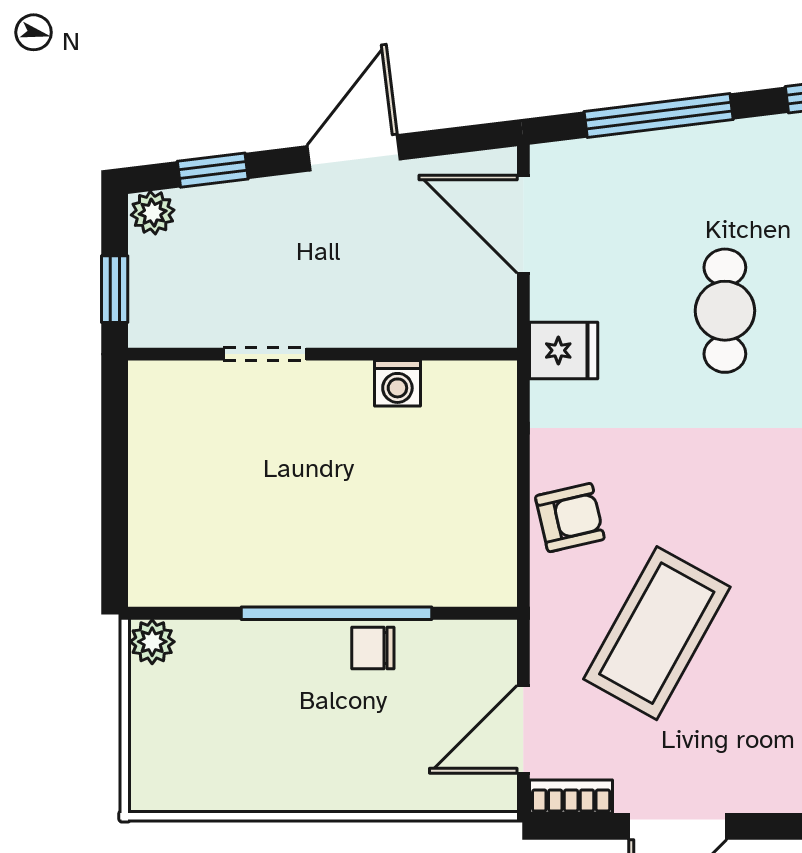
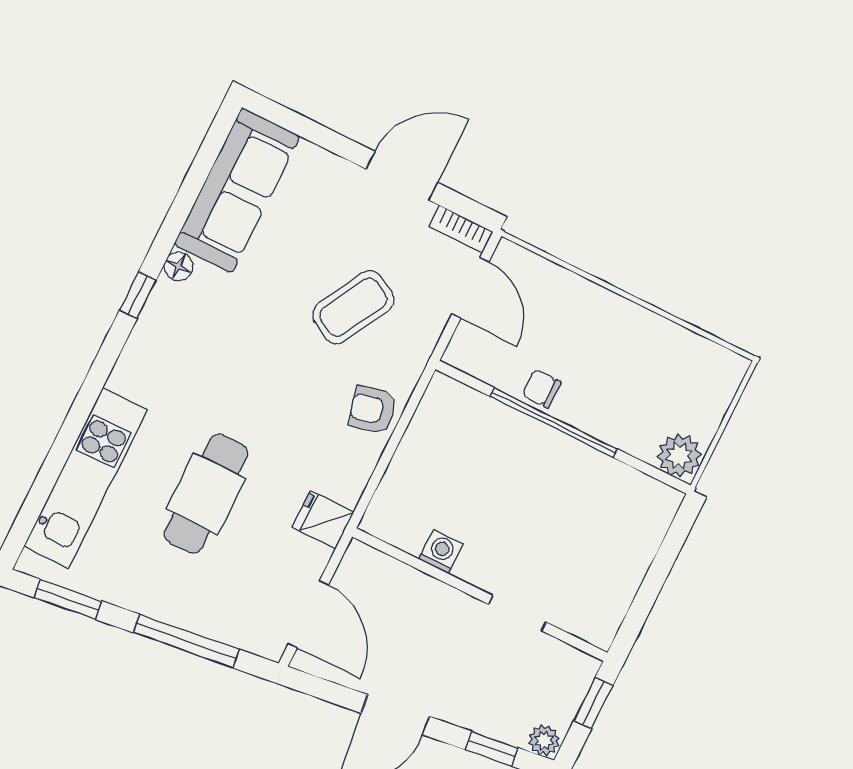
cafe table: (725, 311) -> (206, 494), width x1.37, depth x1.35
coffee table: (657, 633) -> (353, 307), width x0.73, depth x0.76
plant: (152, 642) -> (679, 455), width x1.38, depth x1.38
chair: (373, 648) -> (542, 389), turned 180
door: (523, 729) -> (470, 288), hinge flipped

